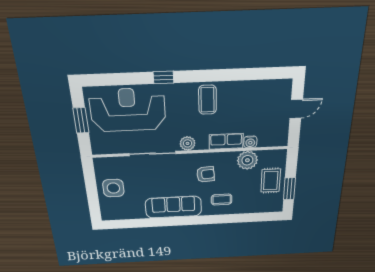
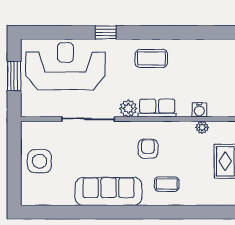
coffee table: (207, 100) -> (151, 58), turned 90
row of seats: (226, 141) -> (157, 108), moved
plant: (247, 160) -> (202, 127), width x0.53, depth x0.53
armchair: (206, 174) -> (148, 149), turned -86

